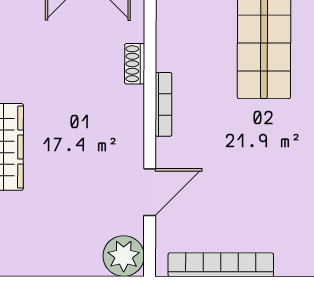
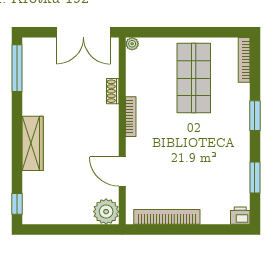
door: (150, 192) -> (122, 171), swing flipped

